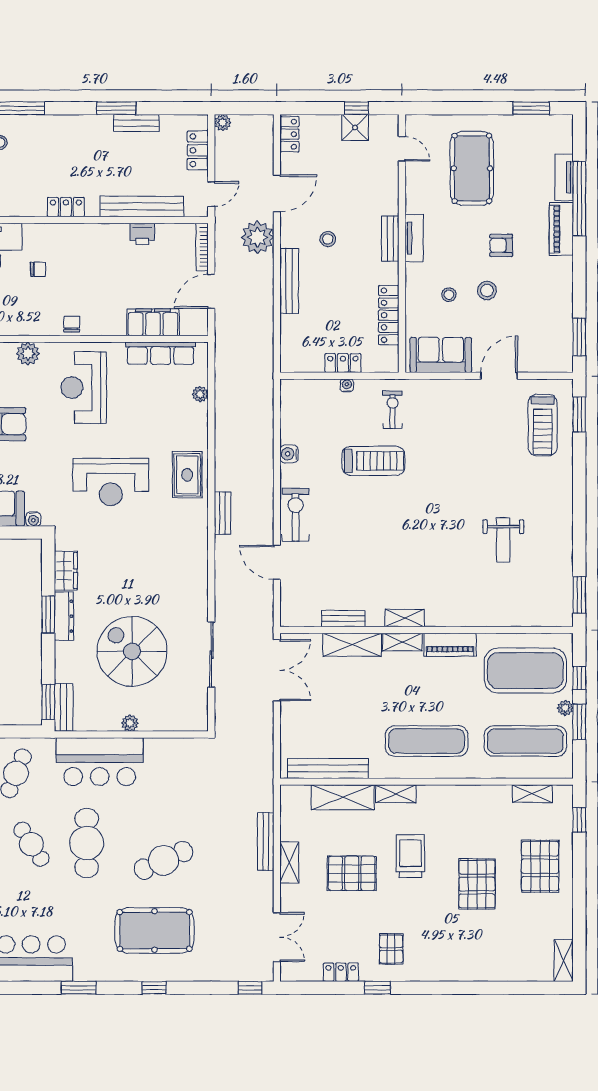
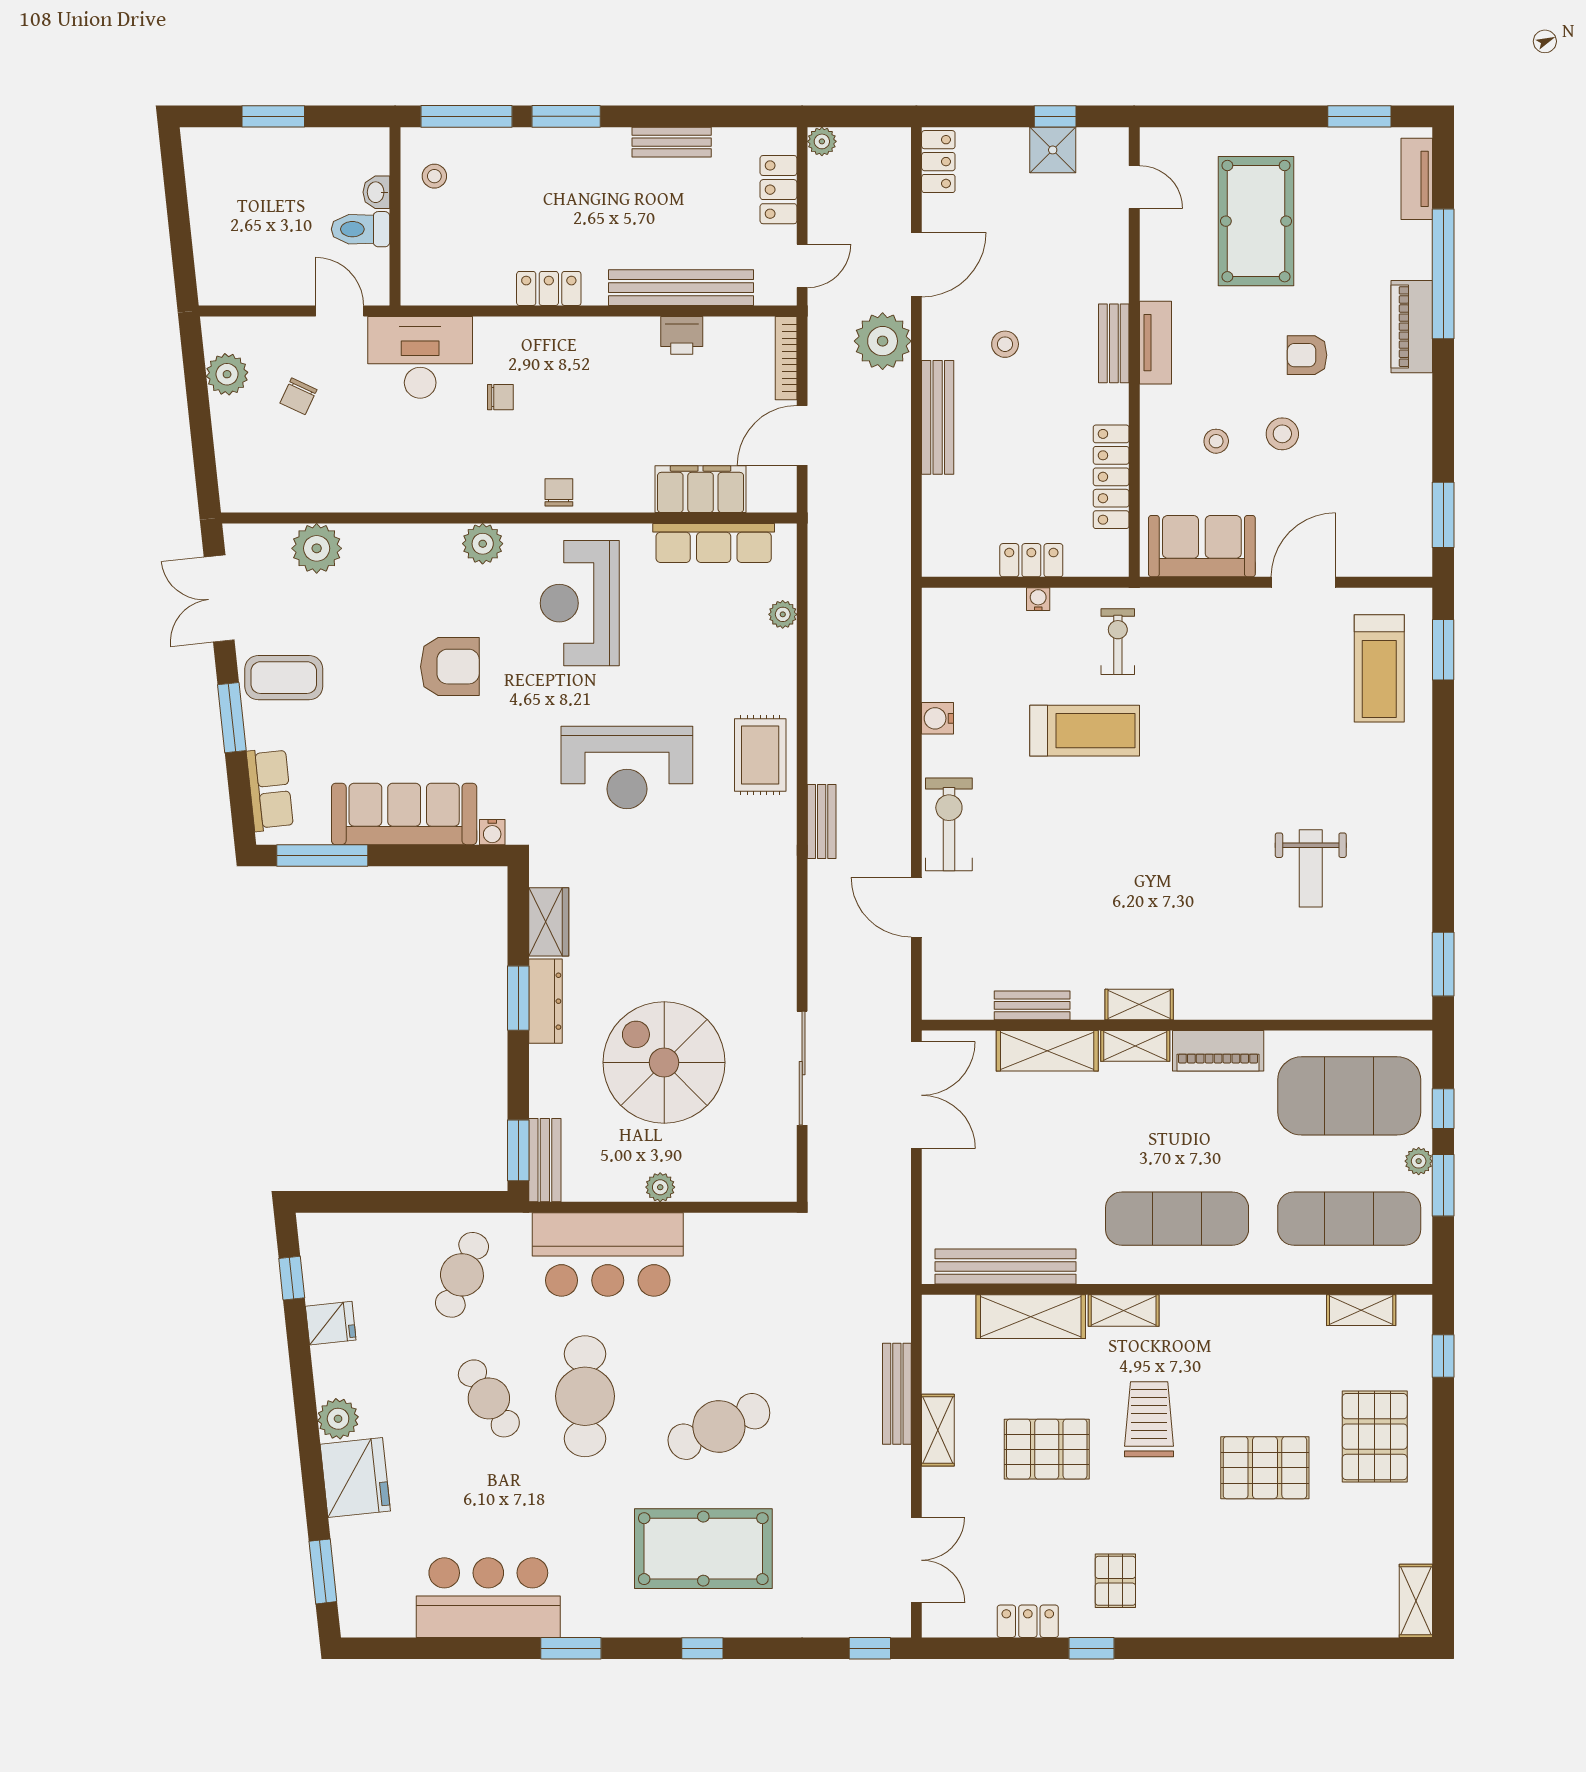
window: (116, 108) -> (566, 116), moved
tv unit: (564, 177) -> (1417, 179), moved
pallet: (477, 884) -> (1265, 1468), turned 90

